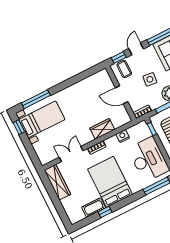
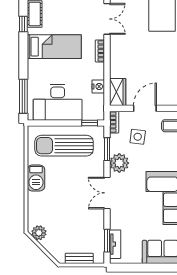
side table: (150, 79) -> (138, 137), moved
wardrobe: (102, 129) -> (118, 92), moved
bed: (110, 182) -> (54, 47), width x0.67

